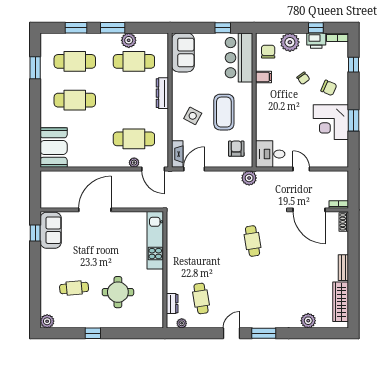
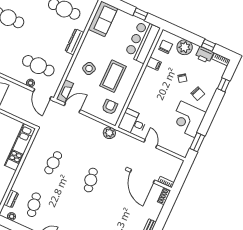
window: (353, 120) -> (197, 142), moved
cafe table: (201, 241) -> (53, 163), added

